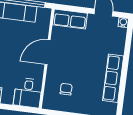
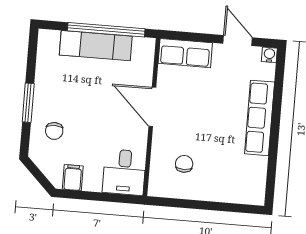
door: (48, 52) -> (152, 107), hinge flipped
row of seats: (113, 78) -> (260, 118), moved

